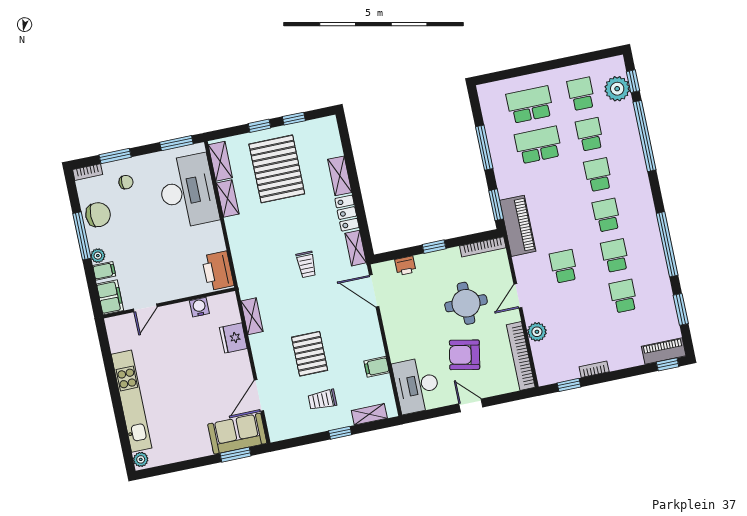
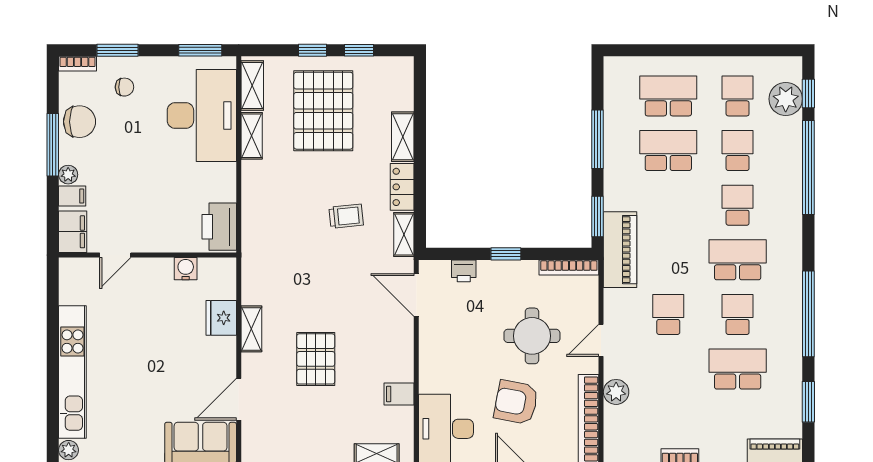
school desk: (606, 215) -> (738, 260), width x1.85
trolley: (306, 264) -> (346, 216), moved, turned -96
school desk: (623, 296) -> (738, 369), width x1.85
shelving: (252, 316) -> (251, 329), moved
trolley: (322, 400) -> (320, 422), removed

